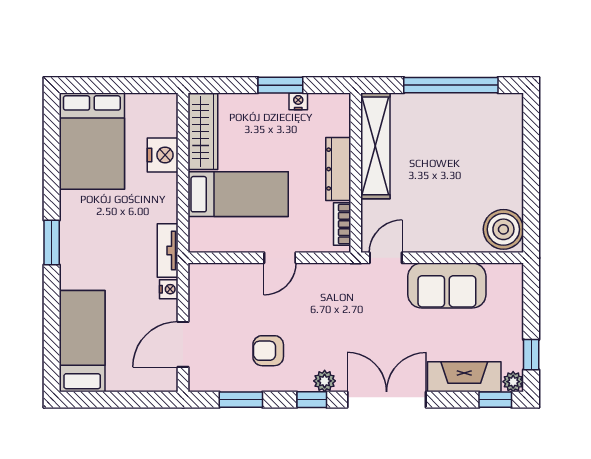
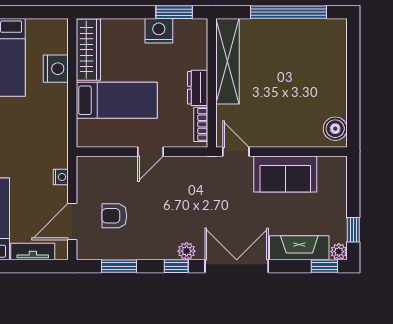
window: (280, 85) -> (174, 12), moved
nightstand: (298, 101) -> (159, 31), width x1.89, depth x1.79
dresser: (338, 169) -> (198, 88), width x0.70
boiler: (503, 229) -> (335, 129), width x0.73, depth x0.73
tv unit: (168, 250) -> (33, 252), moved, turned 90
door: (386, 258) -> (236, 152), hinge flipped
armchair: (268, 351) -> (114, 216), moved

